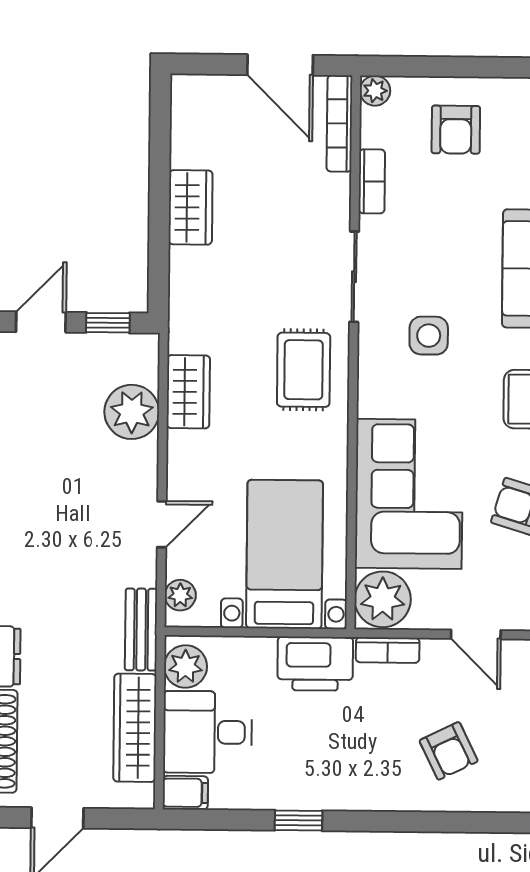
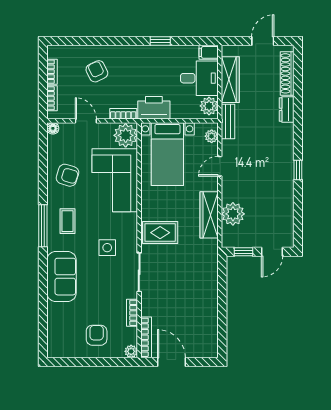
wardrobe: (191, 207) -> (209, 301), removed
rug: (304, 370) -> (160, 233), turned 90
wardrobe: (188, 392) -> (209, 215), width x1.50

